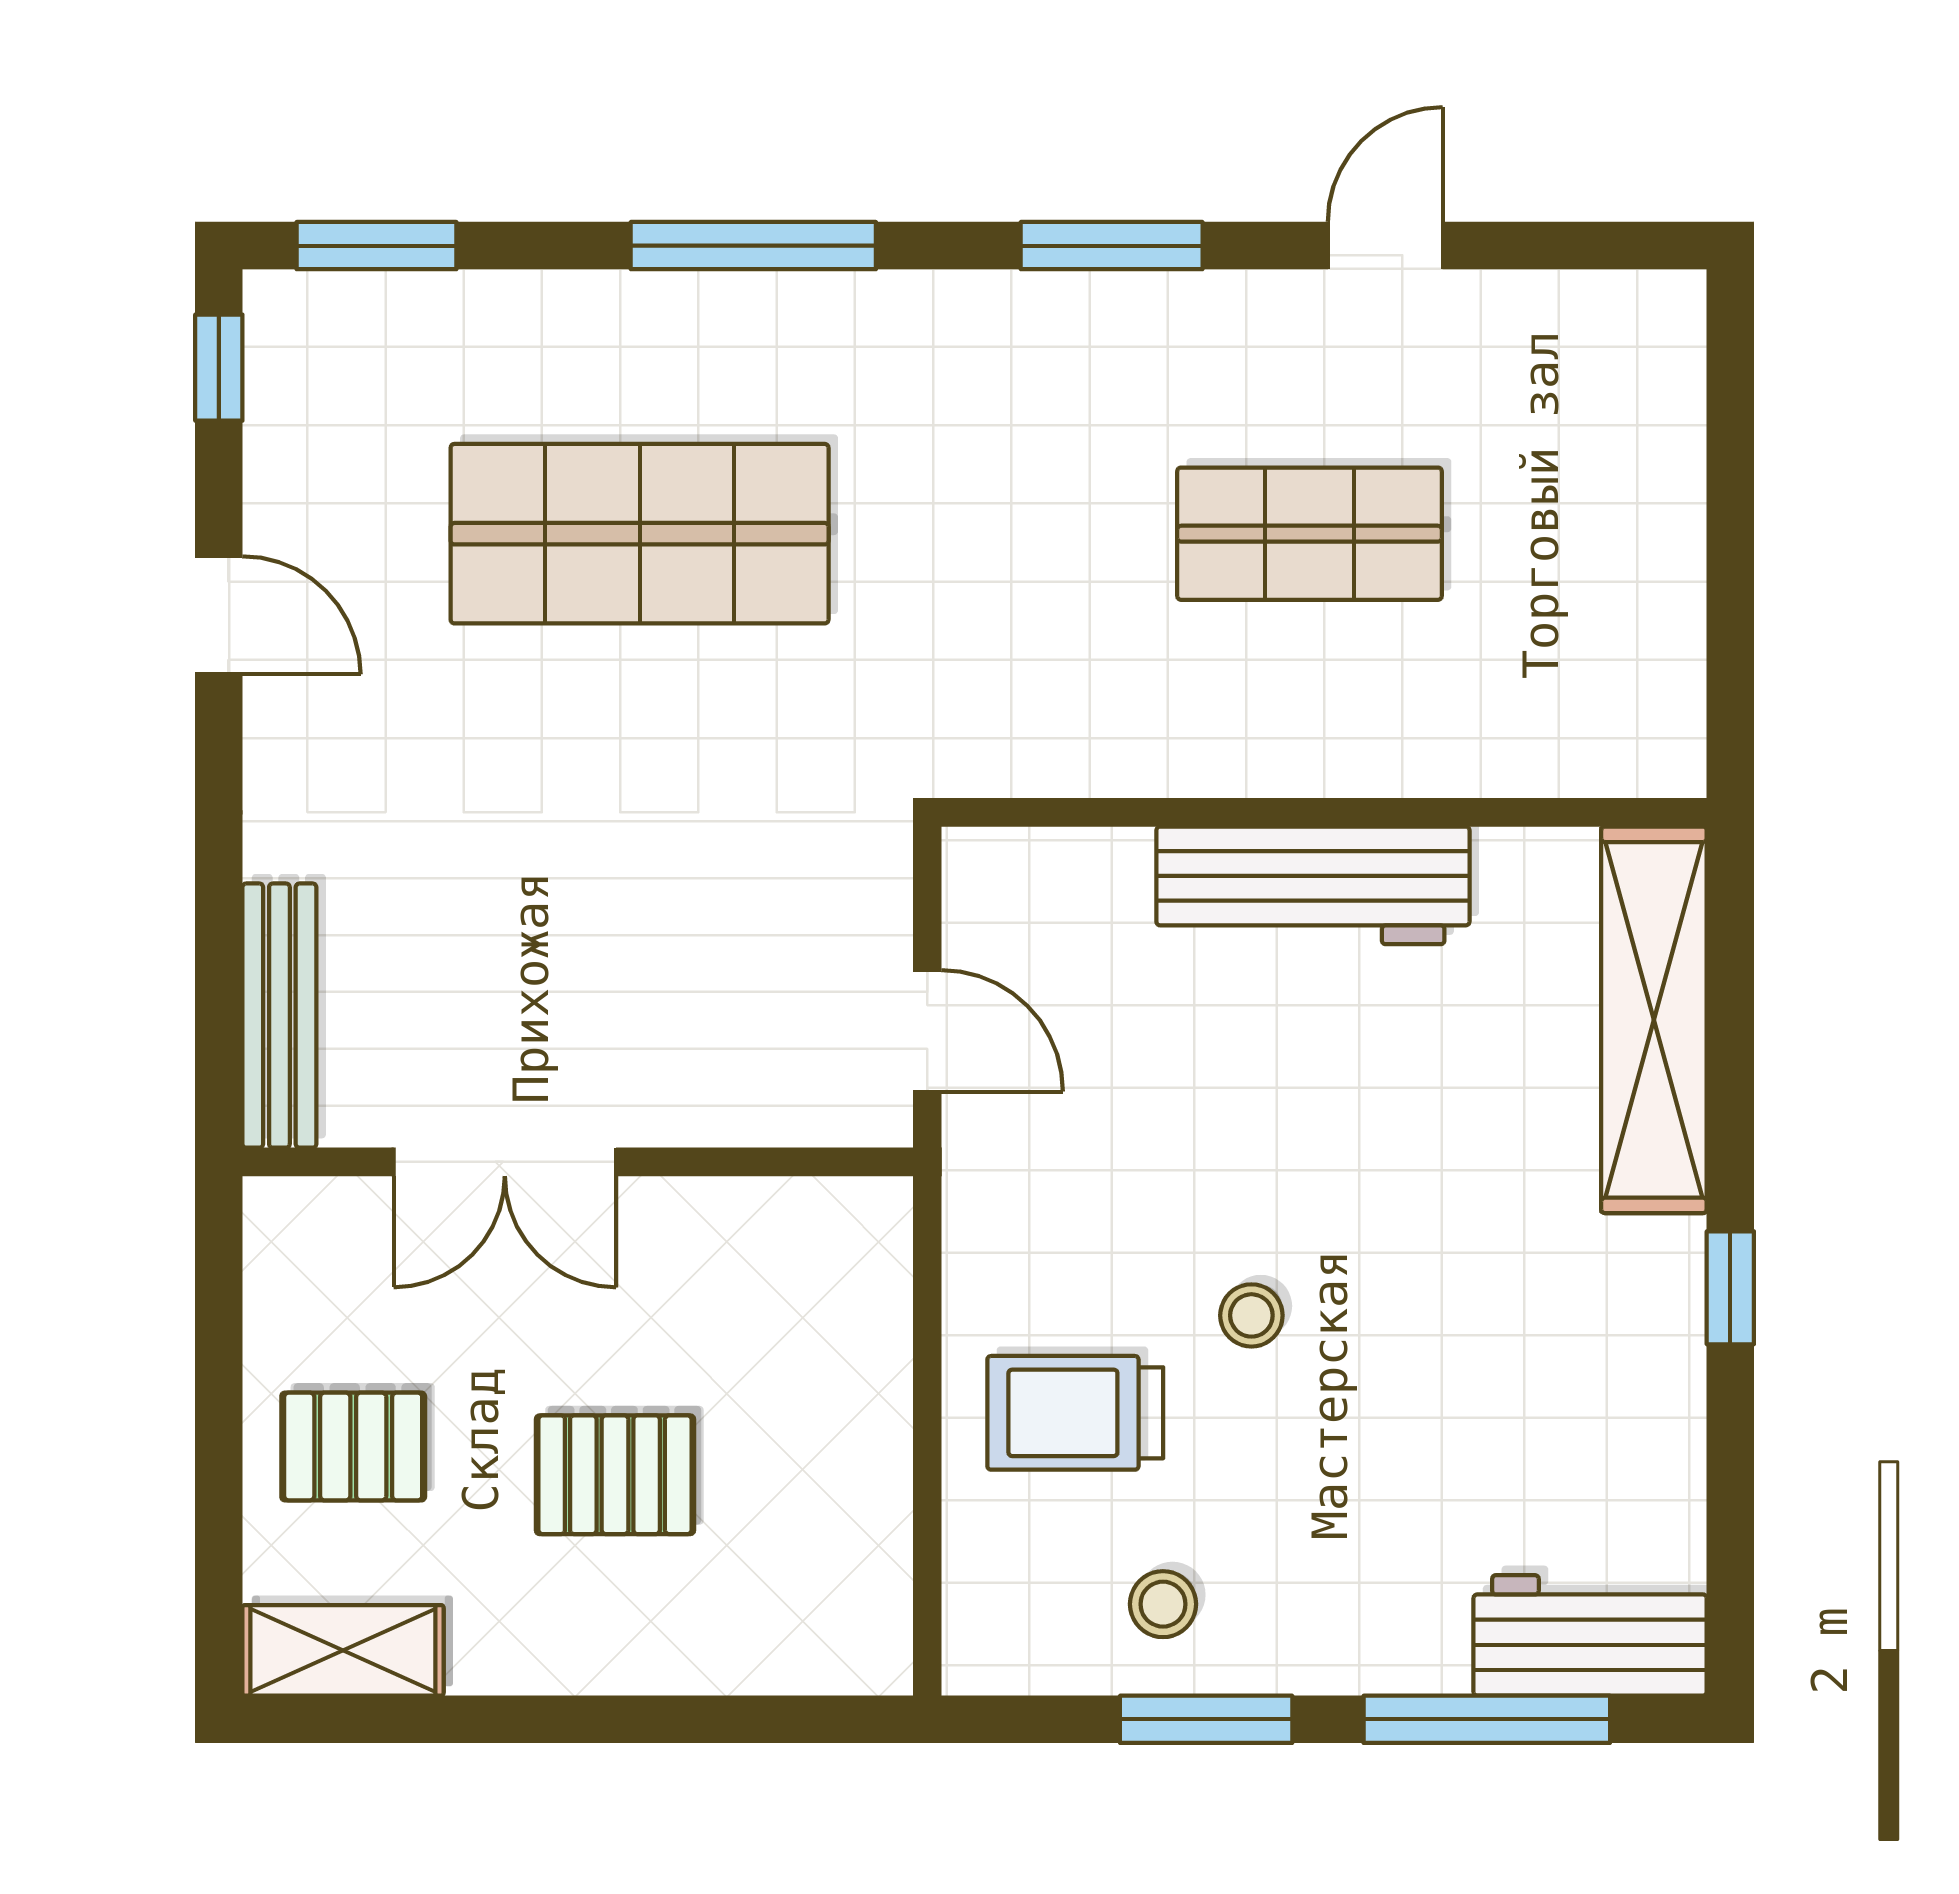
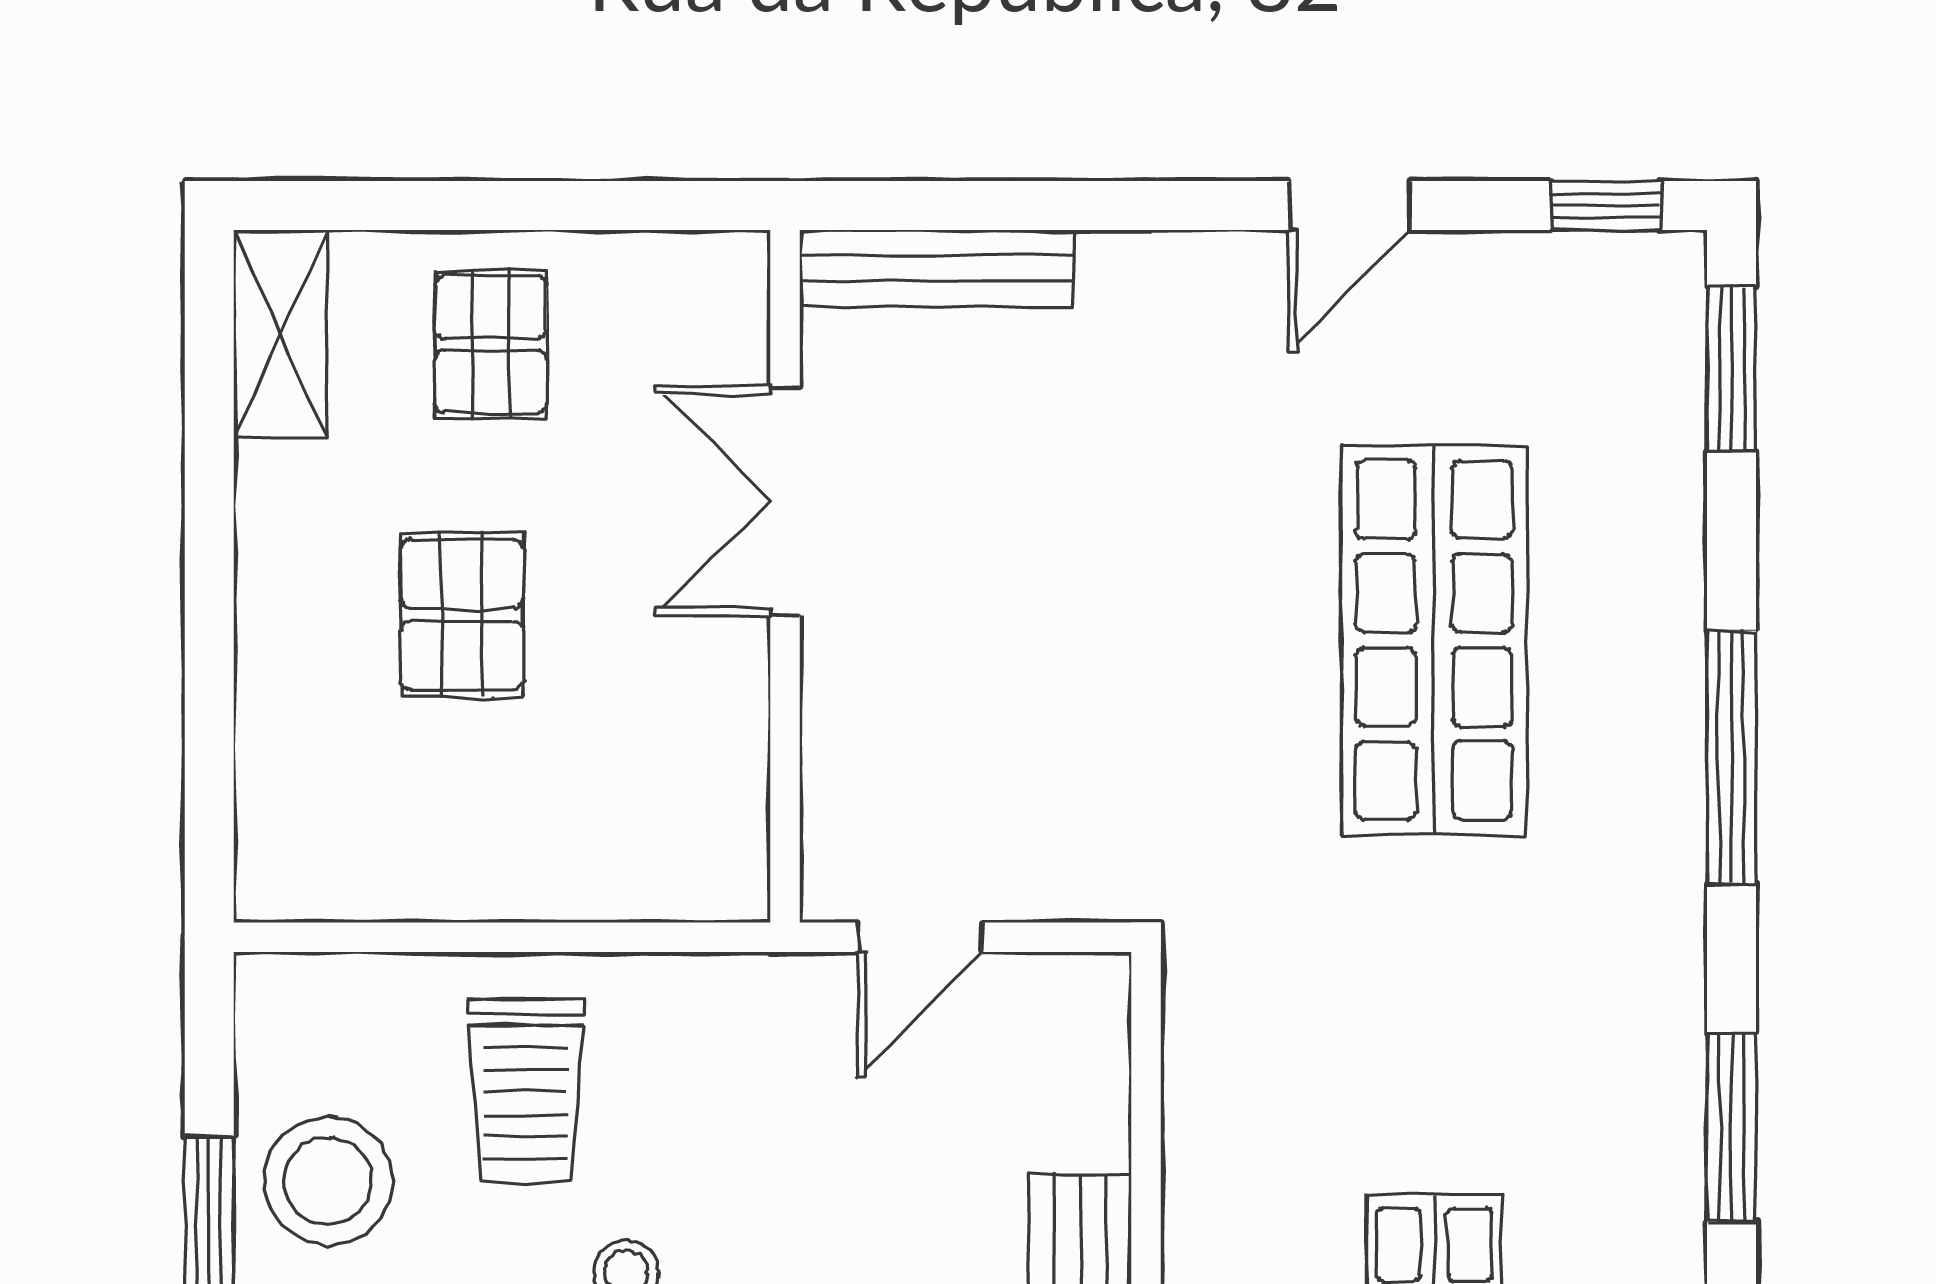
trolley: (1075, 1413) -> (526, 1090), turned 180
stool: (1163, 1604) -> (328, 1181), width x1.89, depth x1.89

